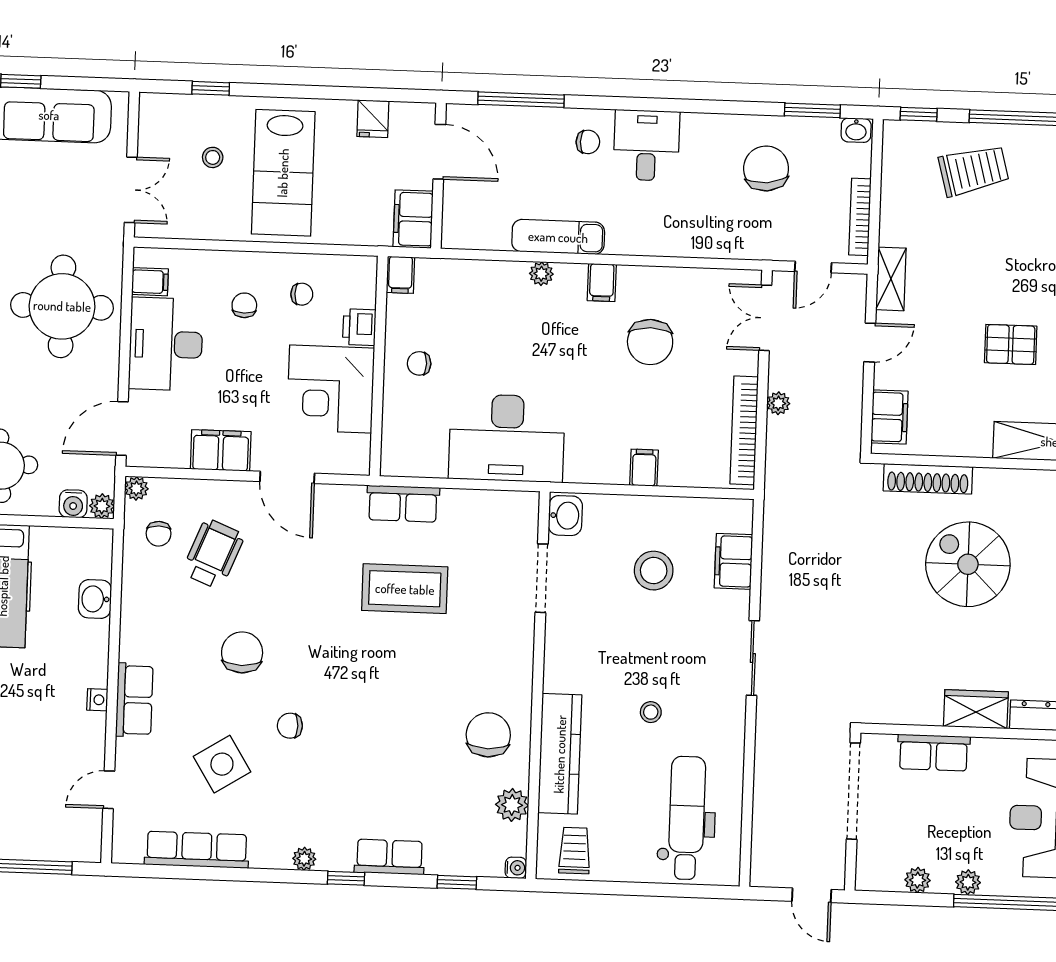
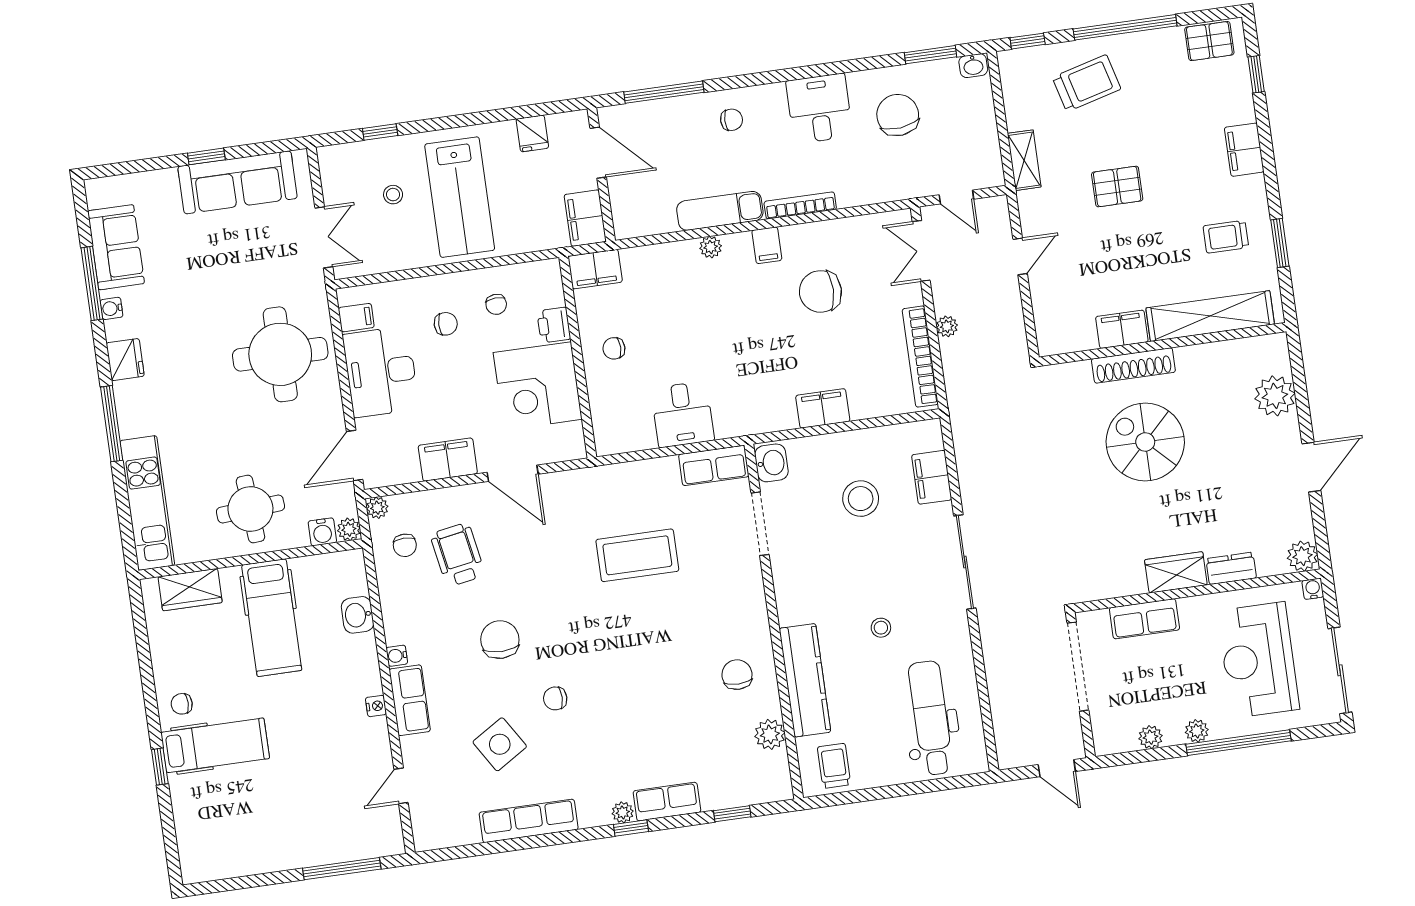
desk: (646, 145) -> (819, 109), moved
bookcase: (860, 217) -> (800, 205), moved, turned 90
door: (813, 267) -> (956, 197), hinge flipped
filing cabinet: (400, 275) -> (595, 269), width x2.00
shelving: (891, 279) -> (1024, 160), moved
chair: (302, 294) -> (496, 304), turned 86
chair: (244, 305) -> (446, 324), turned 90
chair: (650, 342) -> (820, 291), turned 90
pallet: (1011, 344) -> (1117, 186), moved
filing cabinet: (889, 417) -> (1122, 329), moved, turned -90
desk: (507, 438) -> (683, 414), width x0.53, depth x0.77
filing cabinet: (644, 468) -> (823, 408), width x2.00
shoe rack: (928, 479) -> (1133, 365), moved
row of seats: (403, 504) -> (714, 465), moved
wheelchair: (213, 554) -> (458, 555), turned -32
sliding door: (753, 658) -> (965, 562), width x1.37
chair: (488, 735) -> (737, 675), width x0.73, depth x0.73
row of seats: (197, 850) -> (529, 821), moved
plant: (304, 859) -> (623, 812), moved
water cooler: (516, 868) -> (397, 656), moved, turned 180

